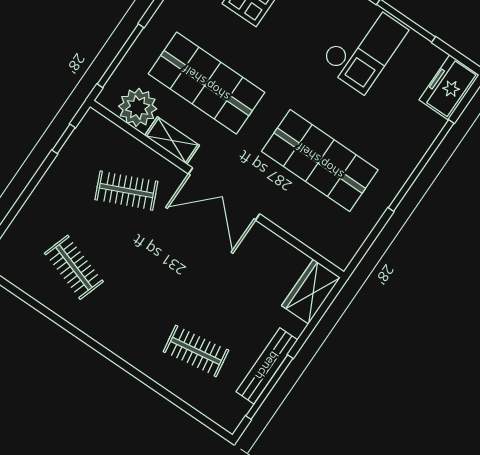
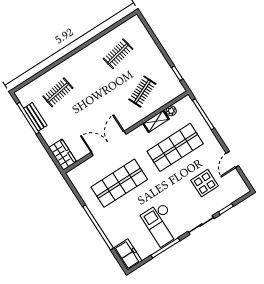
plant: (138, 107) -> (171, 111), width x0.53, depth x0.53
double door: (224, 194) -> (109, 143), moved
clothes rail: (74, 267) -> (118, 54), turned -30
bench: (267, 366) -> (35, 117), width x0.73

